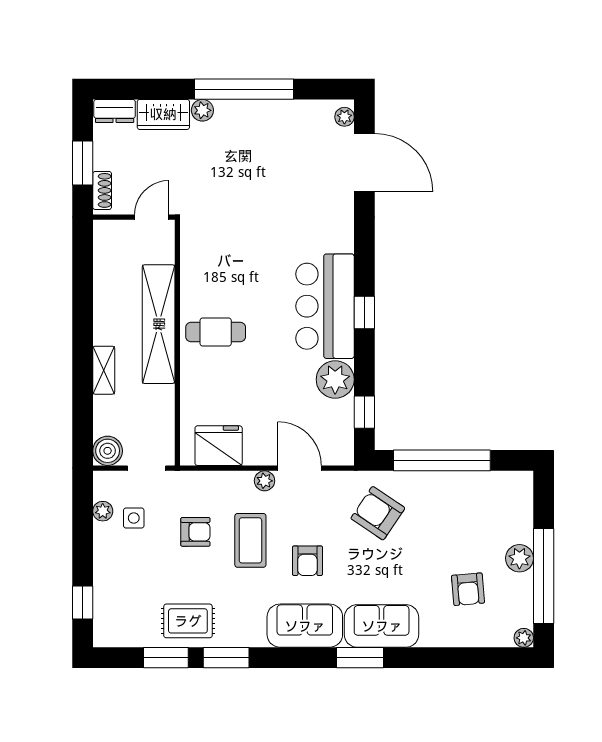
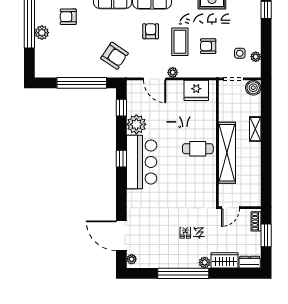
armchair: (468, 589) -> (68, 17), turned -85

